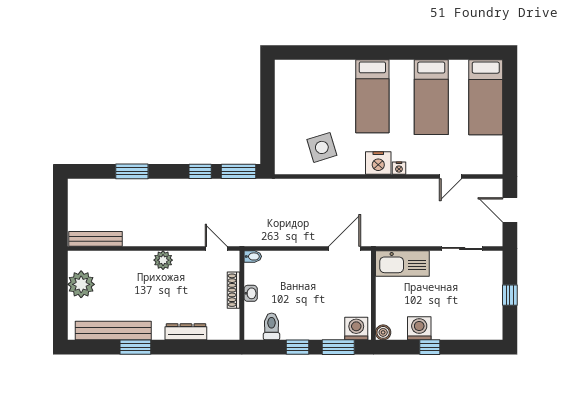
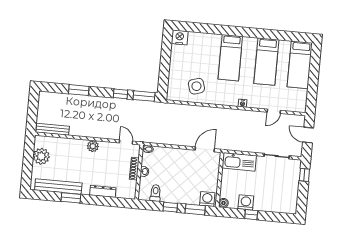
nightstand: (378, 163) -> (180, 37), moved, turned 180
window: (510, 295) -> (304, 175), moved

